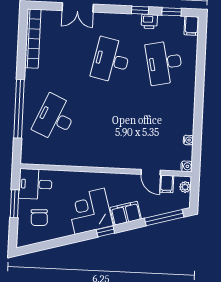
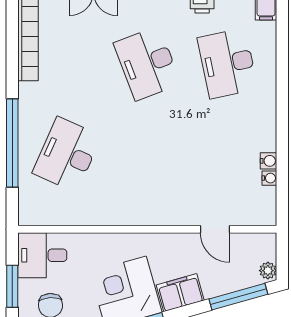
desk: (111, 60) -> (147, 63), turned -33
water cooler: (187, 166) -> (268, 161), moved
filing cabinet: (167, 184) -> (240, 246), removed
plant: (185, 187) -> (268, 271), moved

